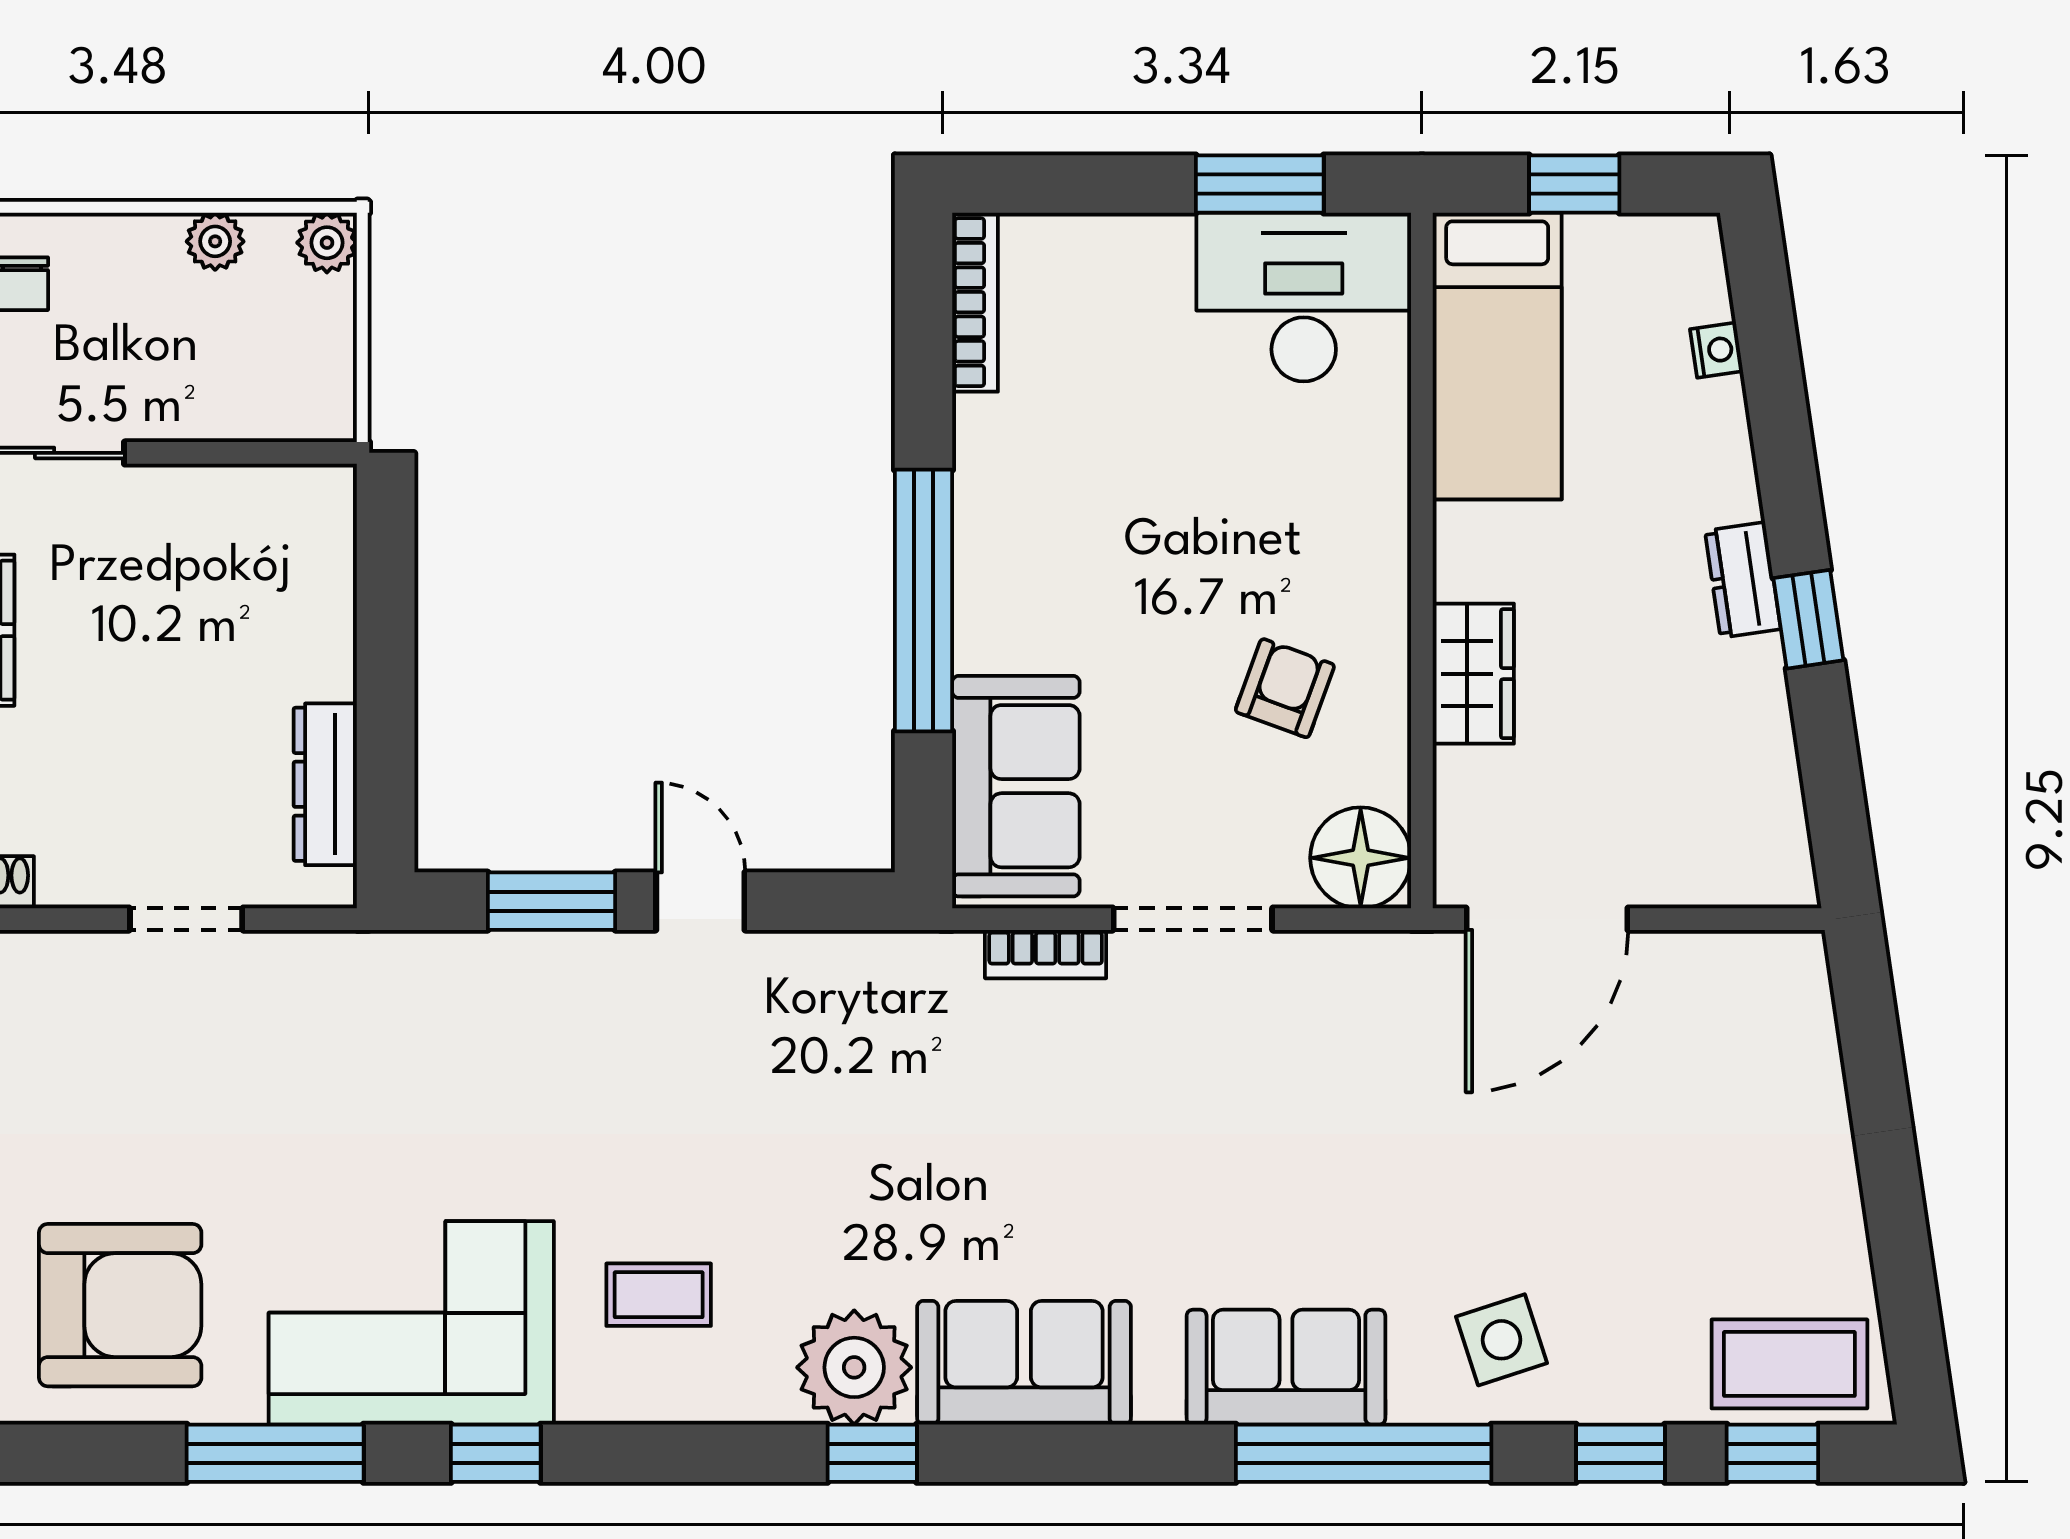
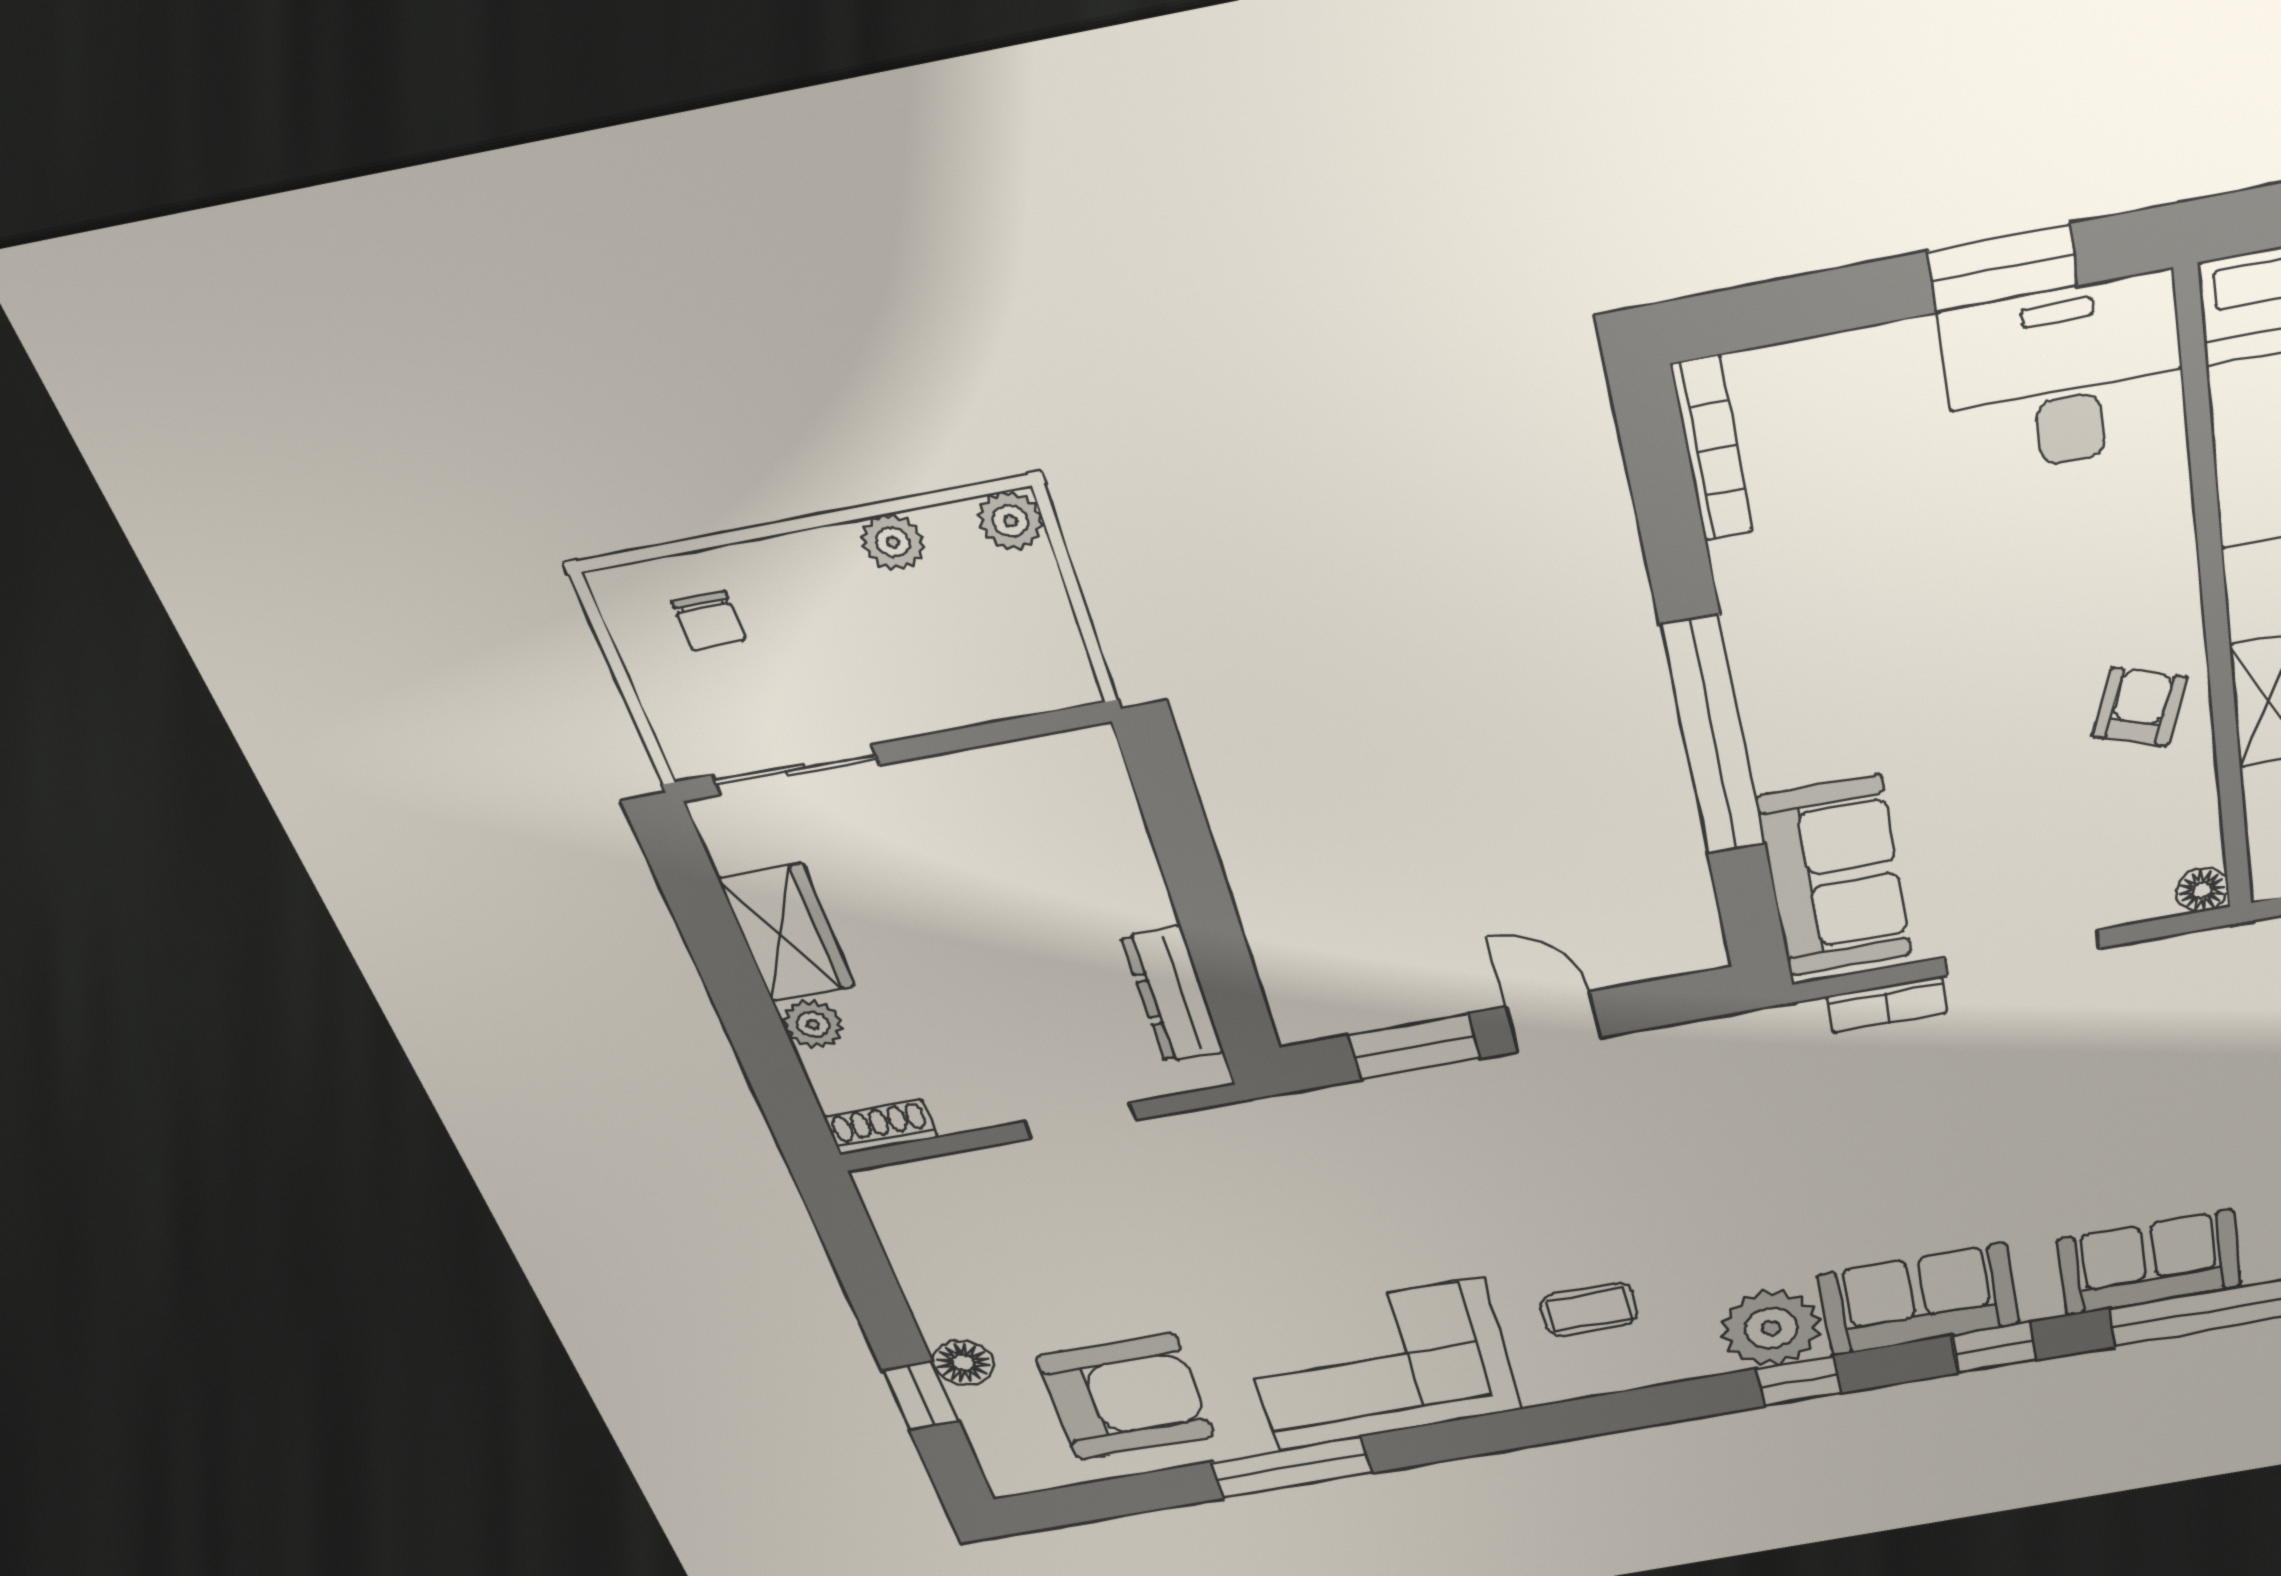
armchair: (1285, 688) -> (2140, 707), moved
floor lamp: (1361, 858) -> (2202, 890), width x0.53, depth x0.53
window: (496, 1453) -> (1994, 1348), moved

